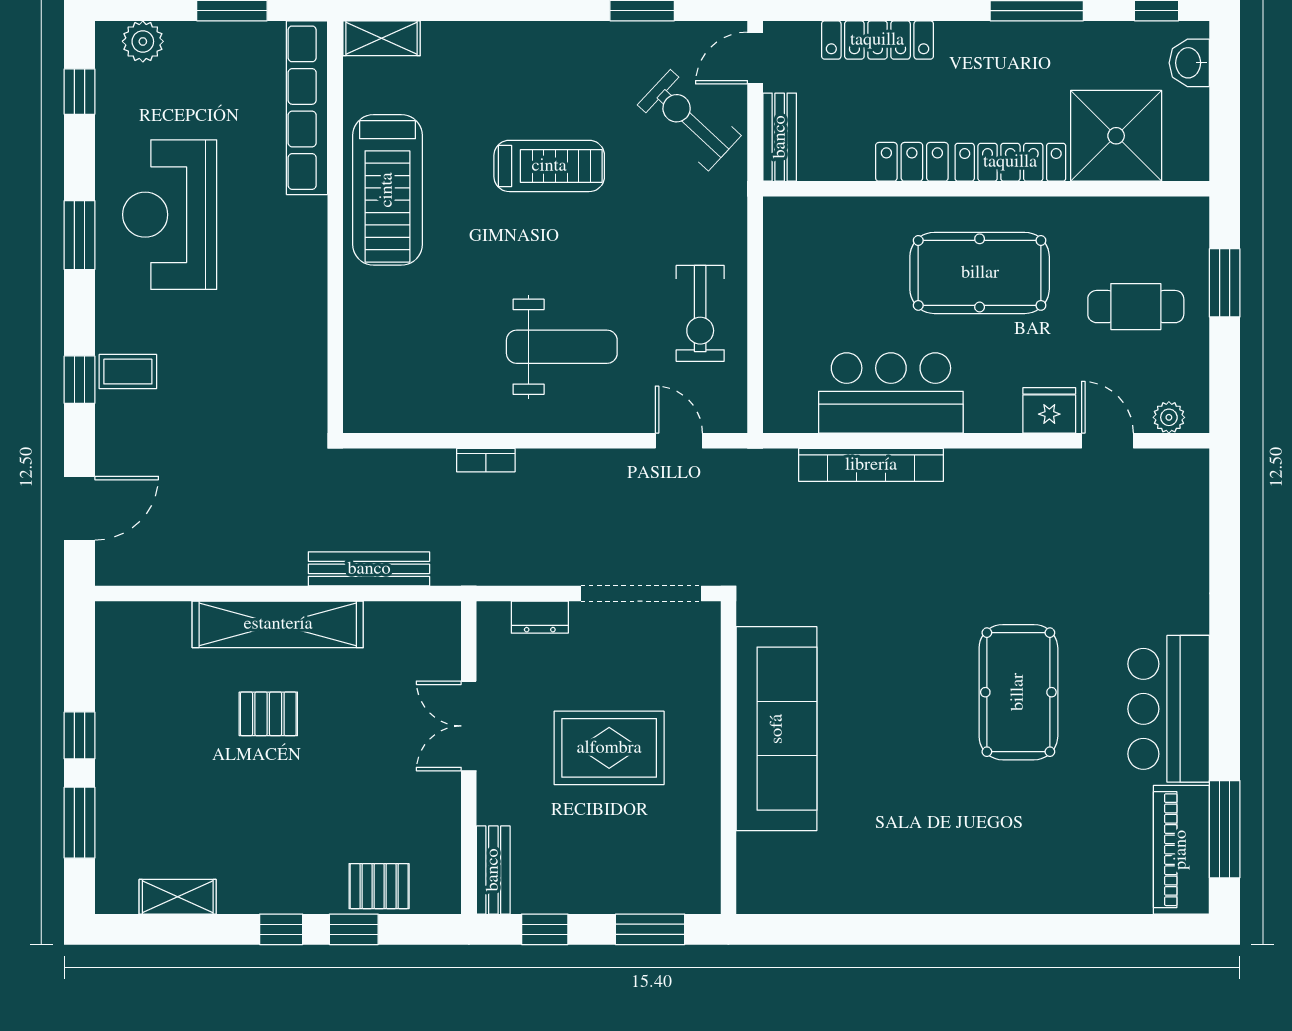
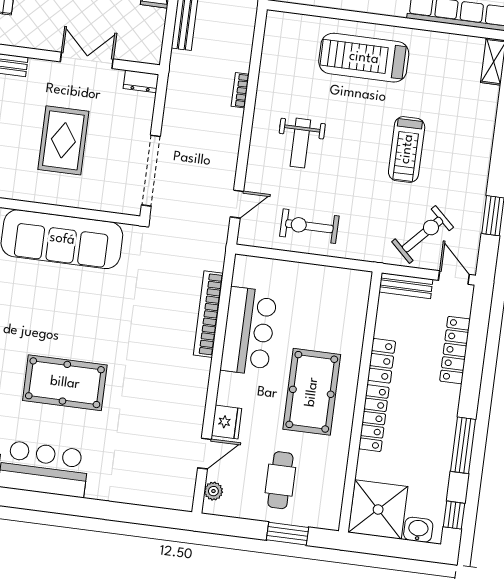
shower: (1116, 136) -> (378, 510), moved
treadmill: (387, 190) -> (364, 58), moved
weight bench: (562, 347) -> (300, 143), width x0.73, depth x0.75
dresser: (540, 617) -> (141, 81), moved, turned -90

